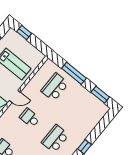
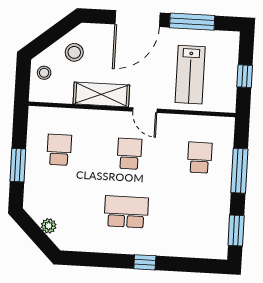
window: (24, 33) -> (245, 76), moved
school desk: (55, 87) -> (200, 158), width x0.54

